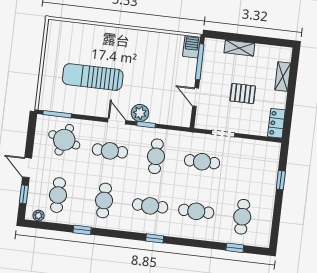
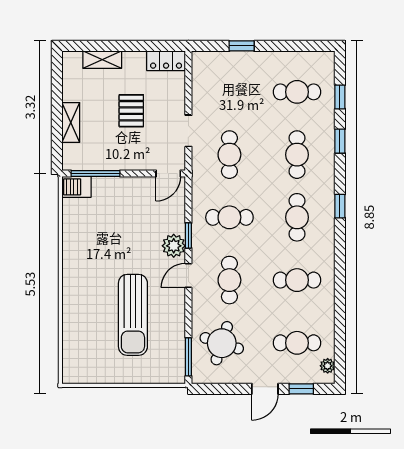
door: (196, 97) -> (168, 174), moved
window: (82, 230) -> (340, 141), moved

